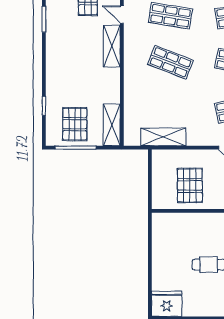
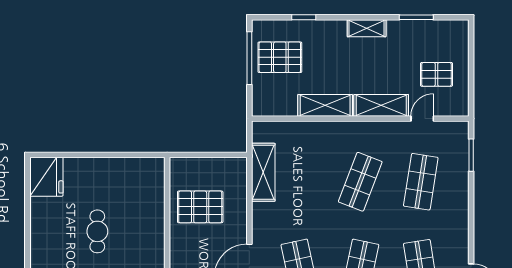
shelving: (52, 57) -> (367, 28), added
shelving: (112, 125) -> (325, 105), moved

